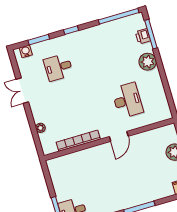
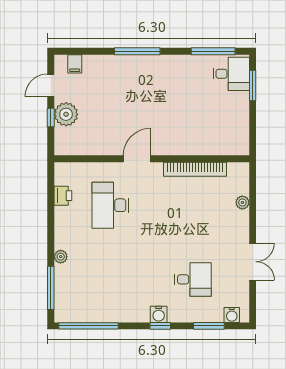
printer: (143, 36) -> (63, 196), moved
water cooler: (74, 37) -> (159, 314), added
plant: (148, 62) -> (61, 257), width x0.53, depth x0.53

